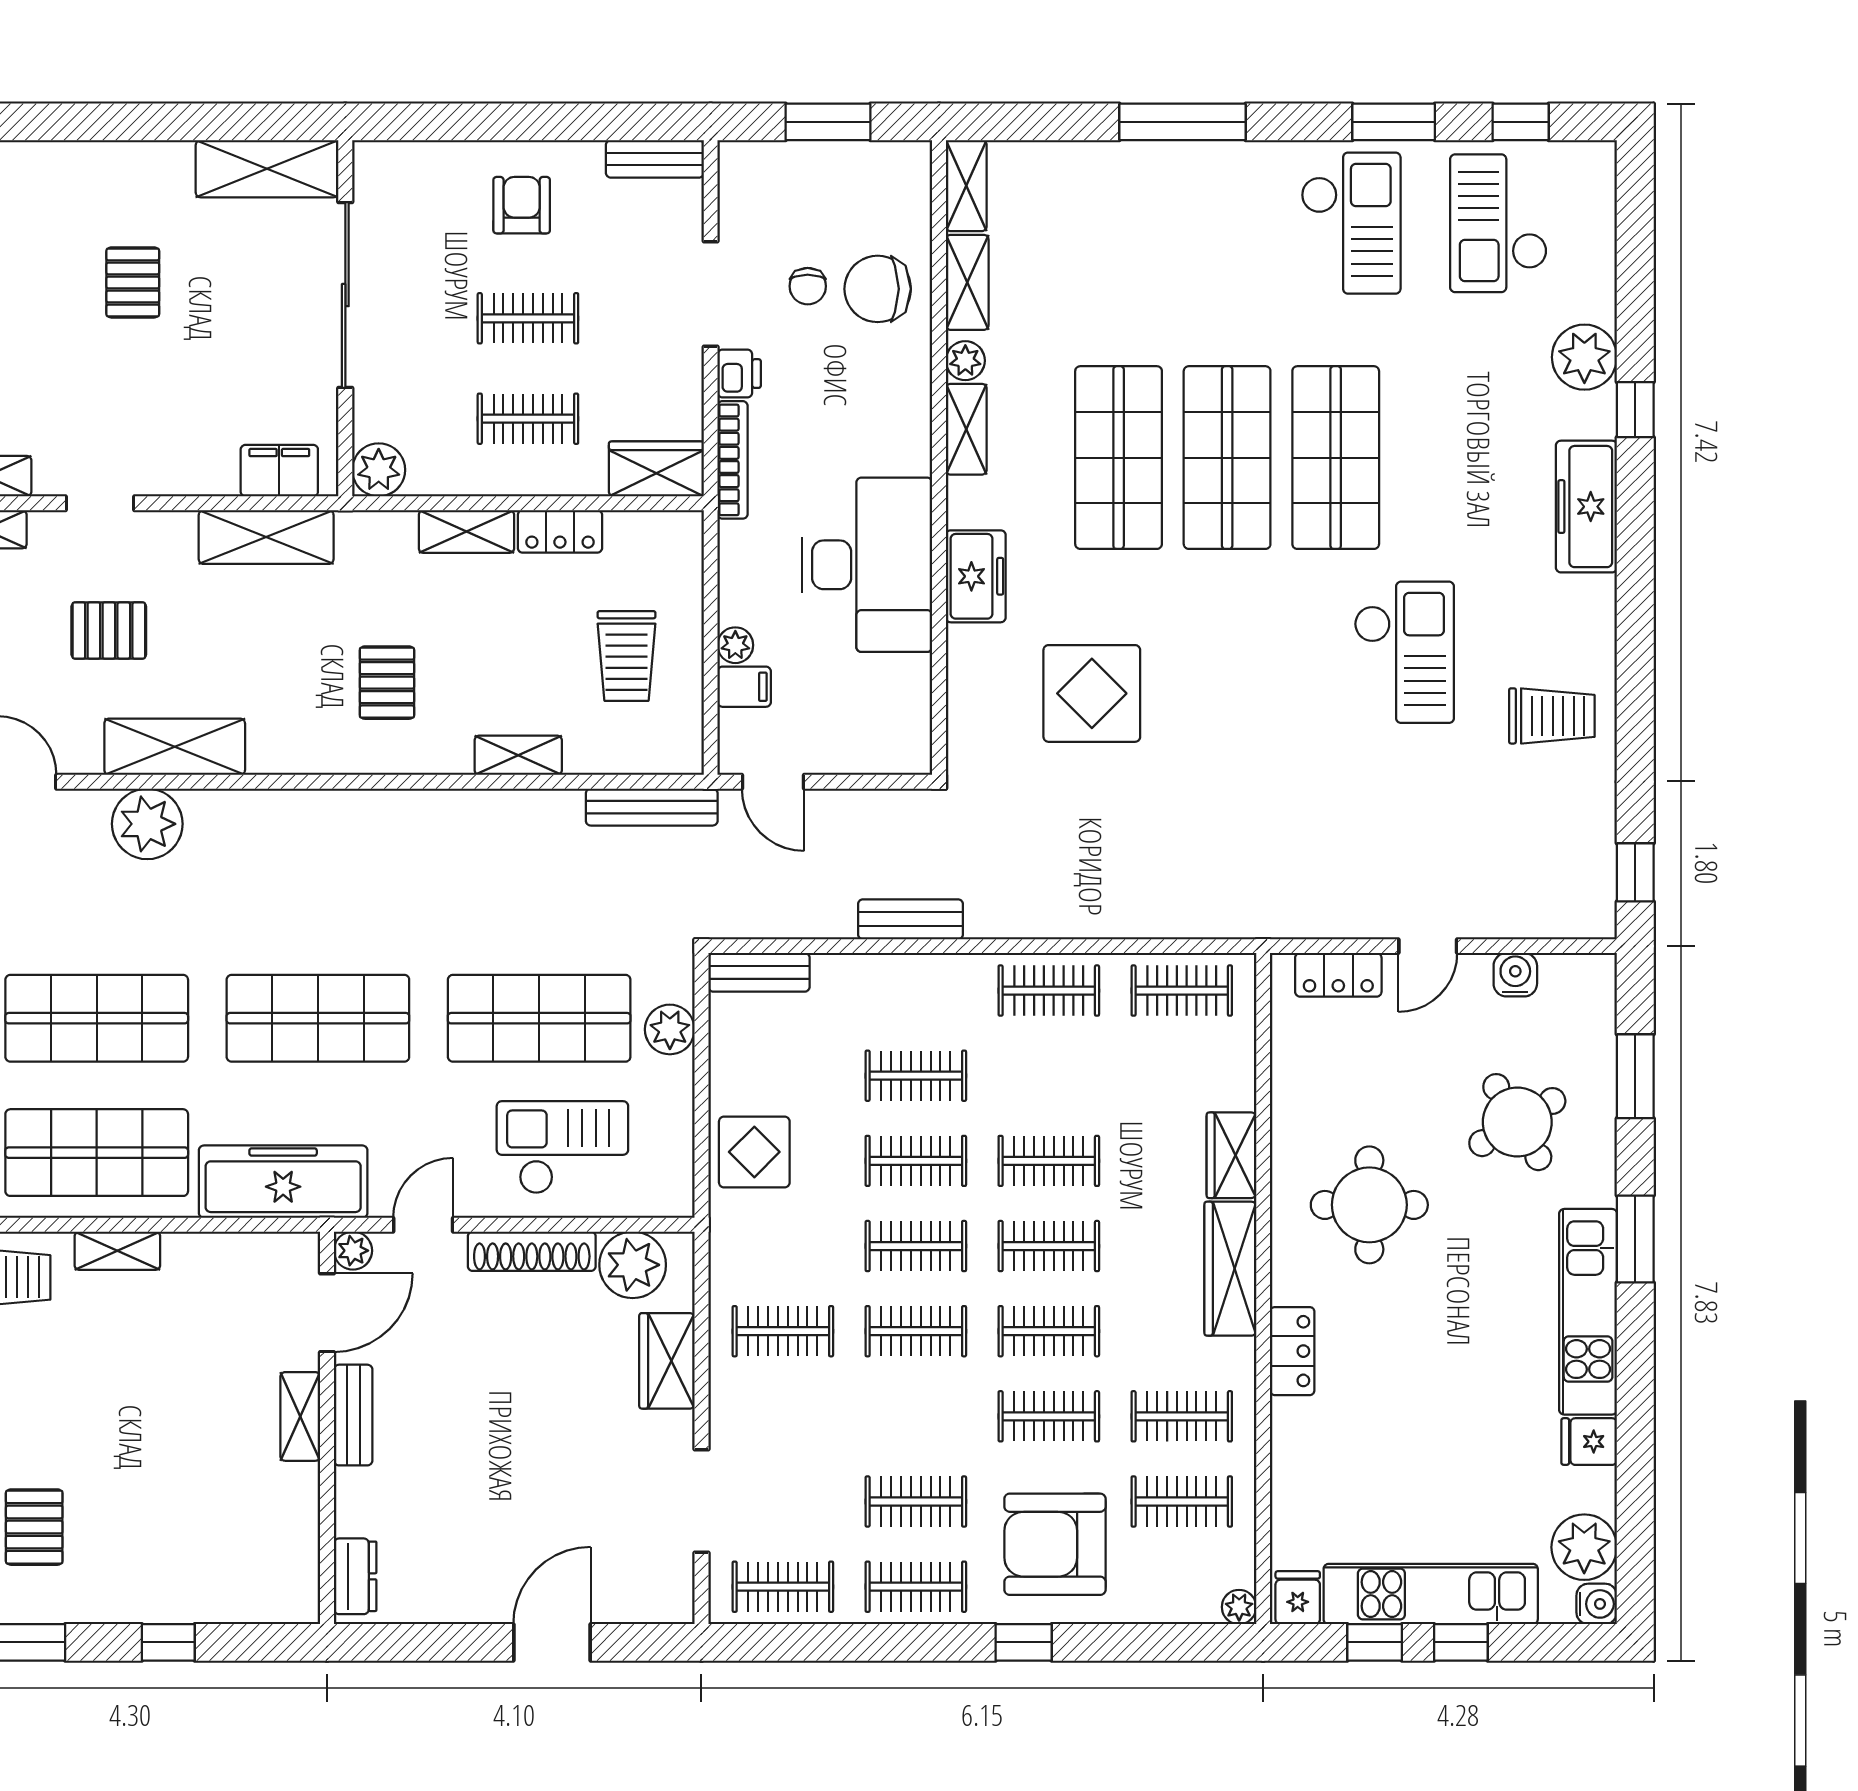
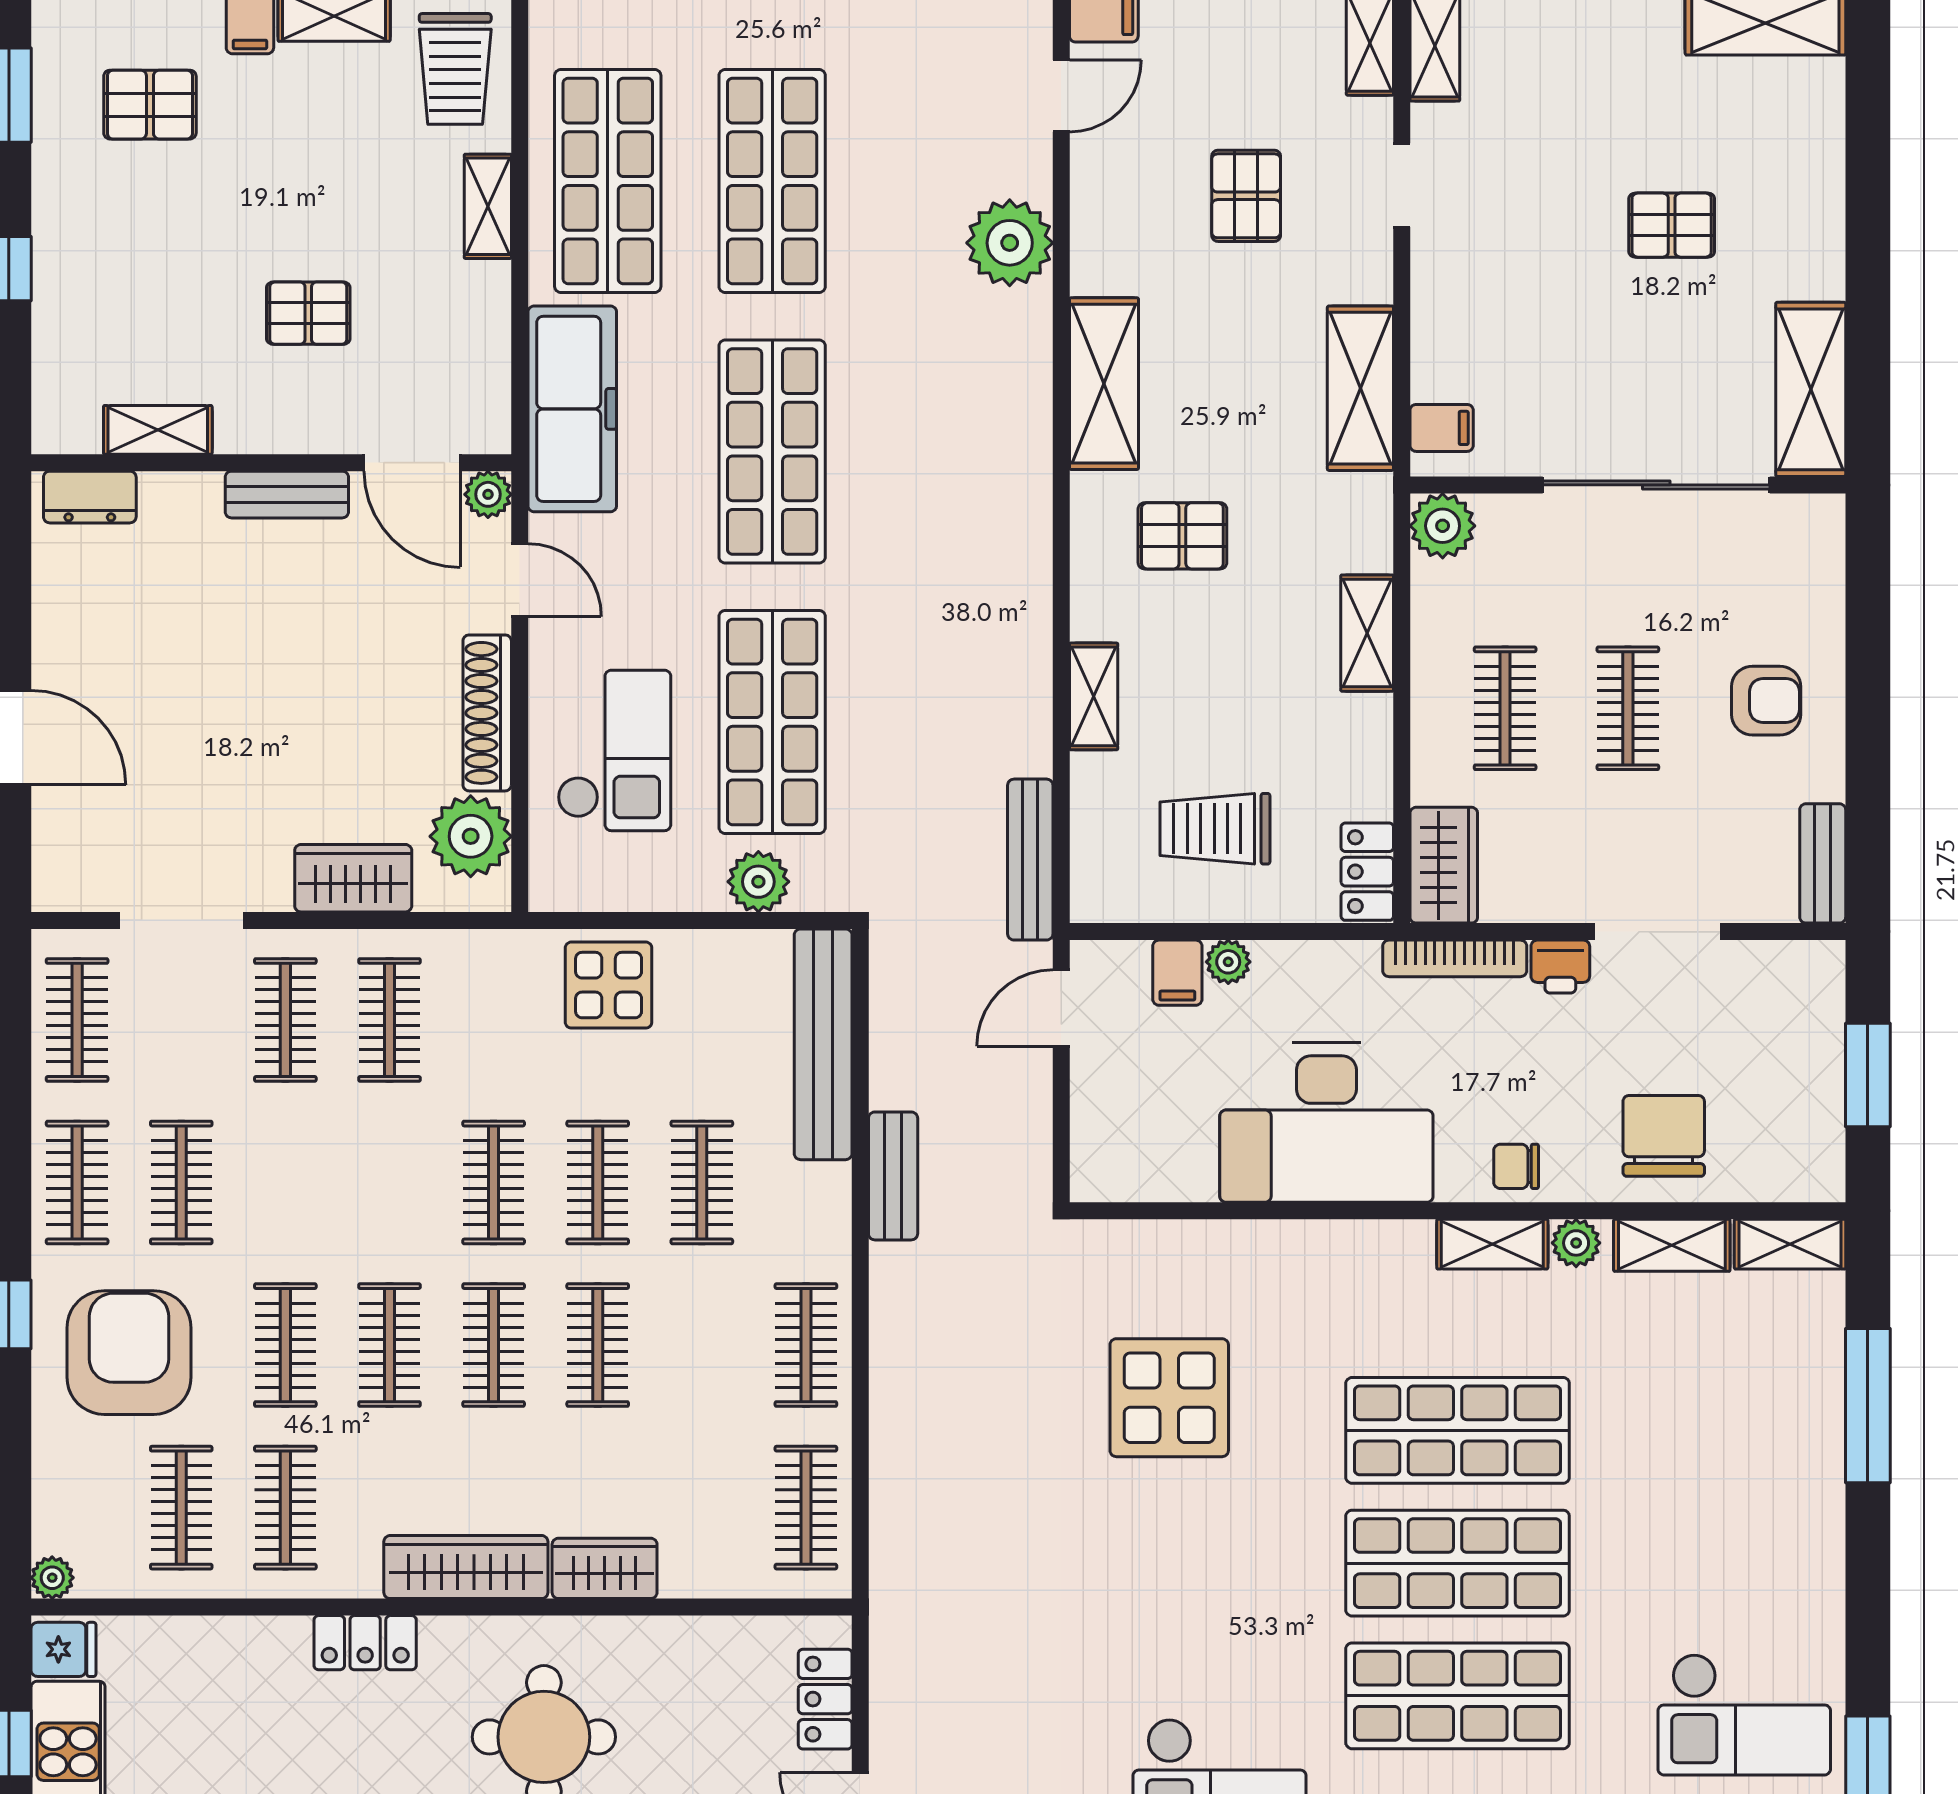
window: (1182, 122) -> (1868, 1406), moved
chair: (808, 286) -> (1516, 1166), moved
filing cabinet: (279, 471) -> (1442, 428), width x0.50
locker: (560, 531) -> (1367, 872), moved
freezer: (976, 576) -> (1312, 1256), removed
shelving: (175, 747) -> (1104, 384), moved
bench: (759, 972) -> (823, 1044), width x1.86, depth x1.21
clothes rail: (916, 1331) -> (285, 1020), moved
pallet: (205, 1398) -> (308, 313), added
shelving: (300, 1416) -> (158, 430), moved

